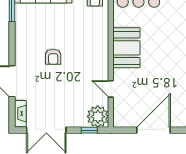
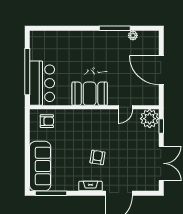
armchair: (53, 57) -> (97, 157), turned -81
fireplace: (20, 114) -> (91, 186), moved

